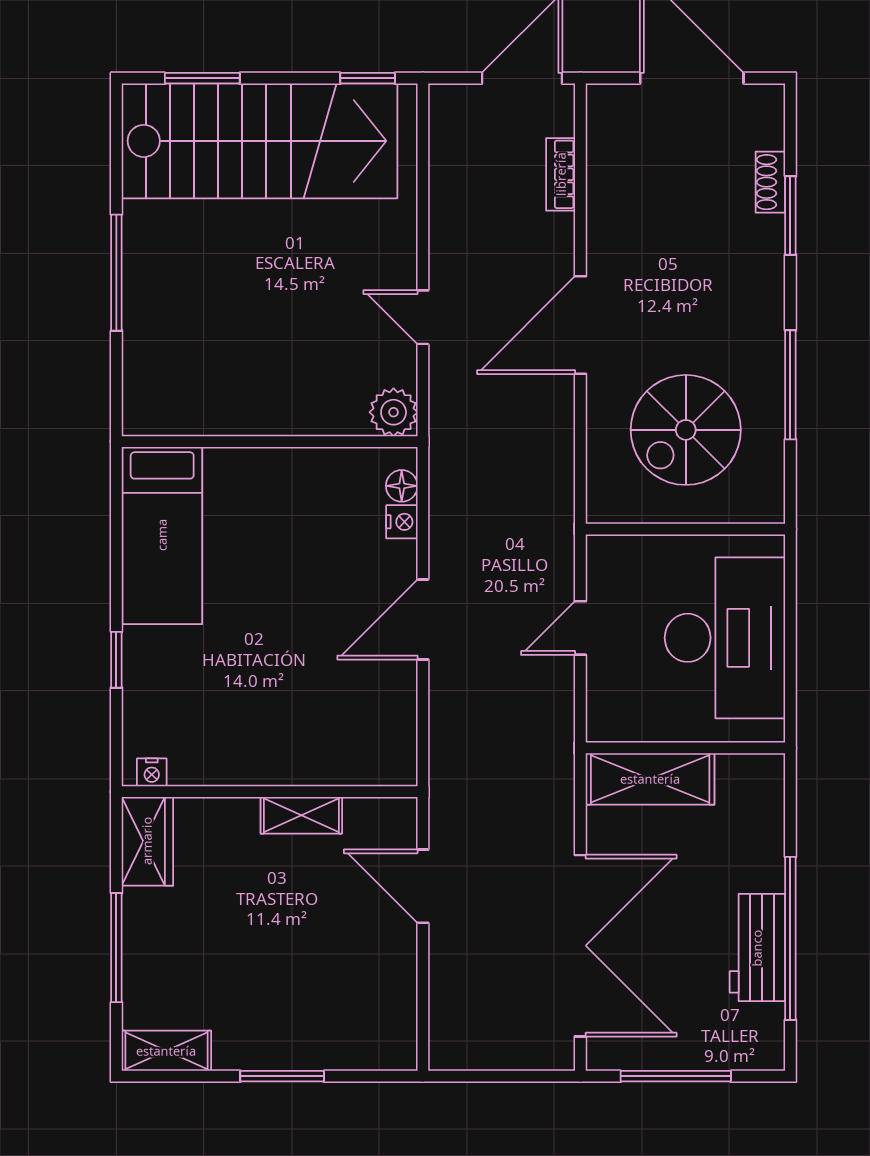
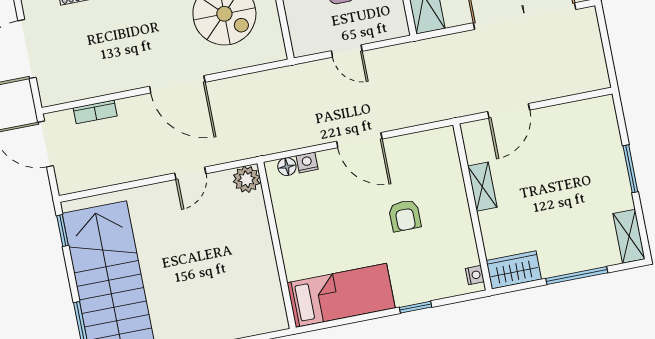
armchair: (277, 672) -> (405, 216), added

